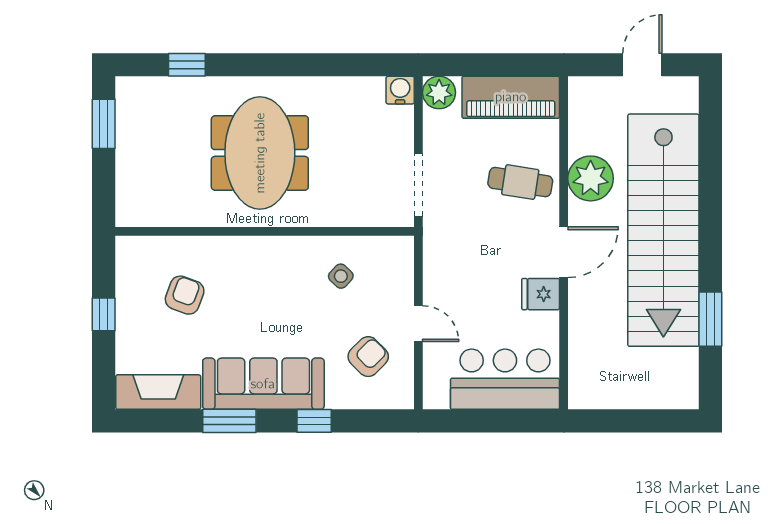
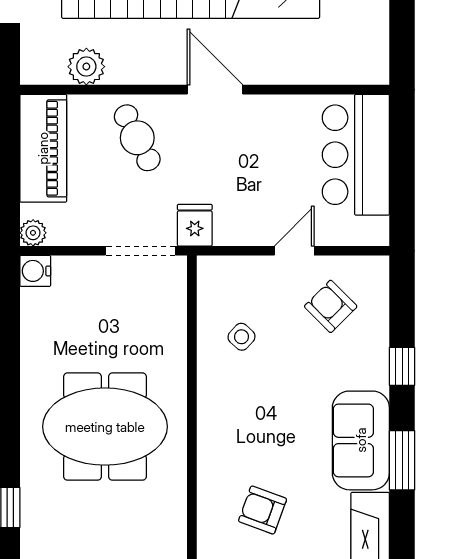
plant: (439, 93) -> (33, 233), width x0.73, depth x0.73
plant: (591, 178) -> (86, 67), moved, width x0.73, depth x0.73
cafe table: (520, 182) -> (137, 138), turned -36
fridge: (541, 294) -> (195, 225), moved, turned 180
sofa: (263, 384) -> (361, 440), width x0.73

